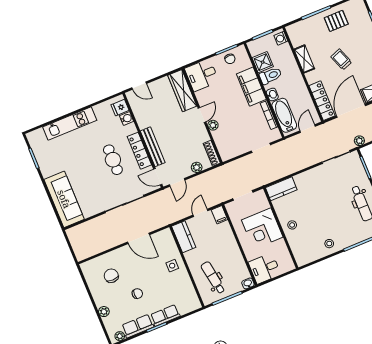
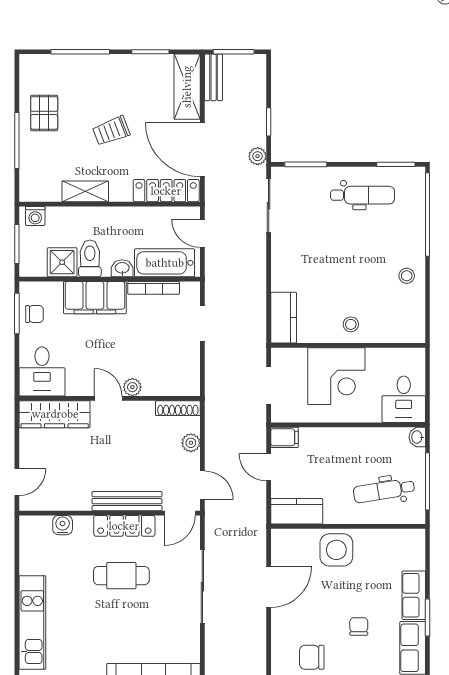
fridge: (120, 108) -> (40, 528), removed
side table: (172, 266) -> (336, 550), width x1.87, depth x1.87

